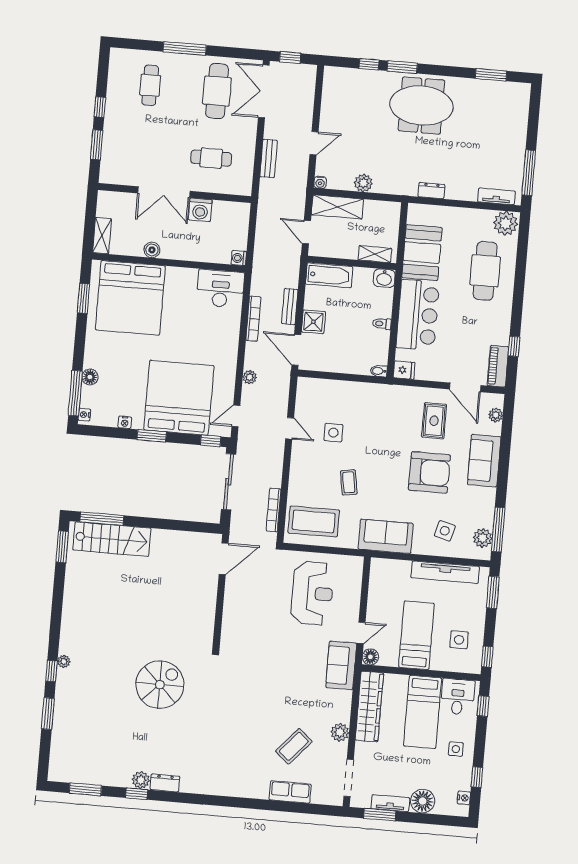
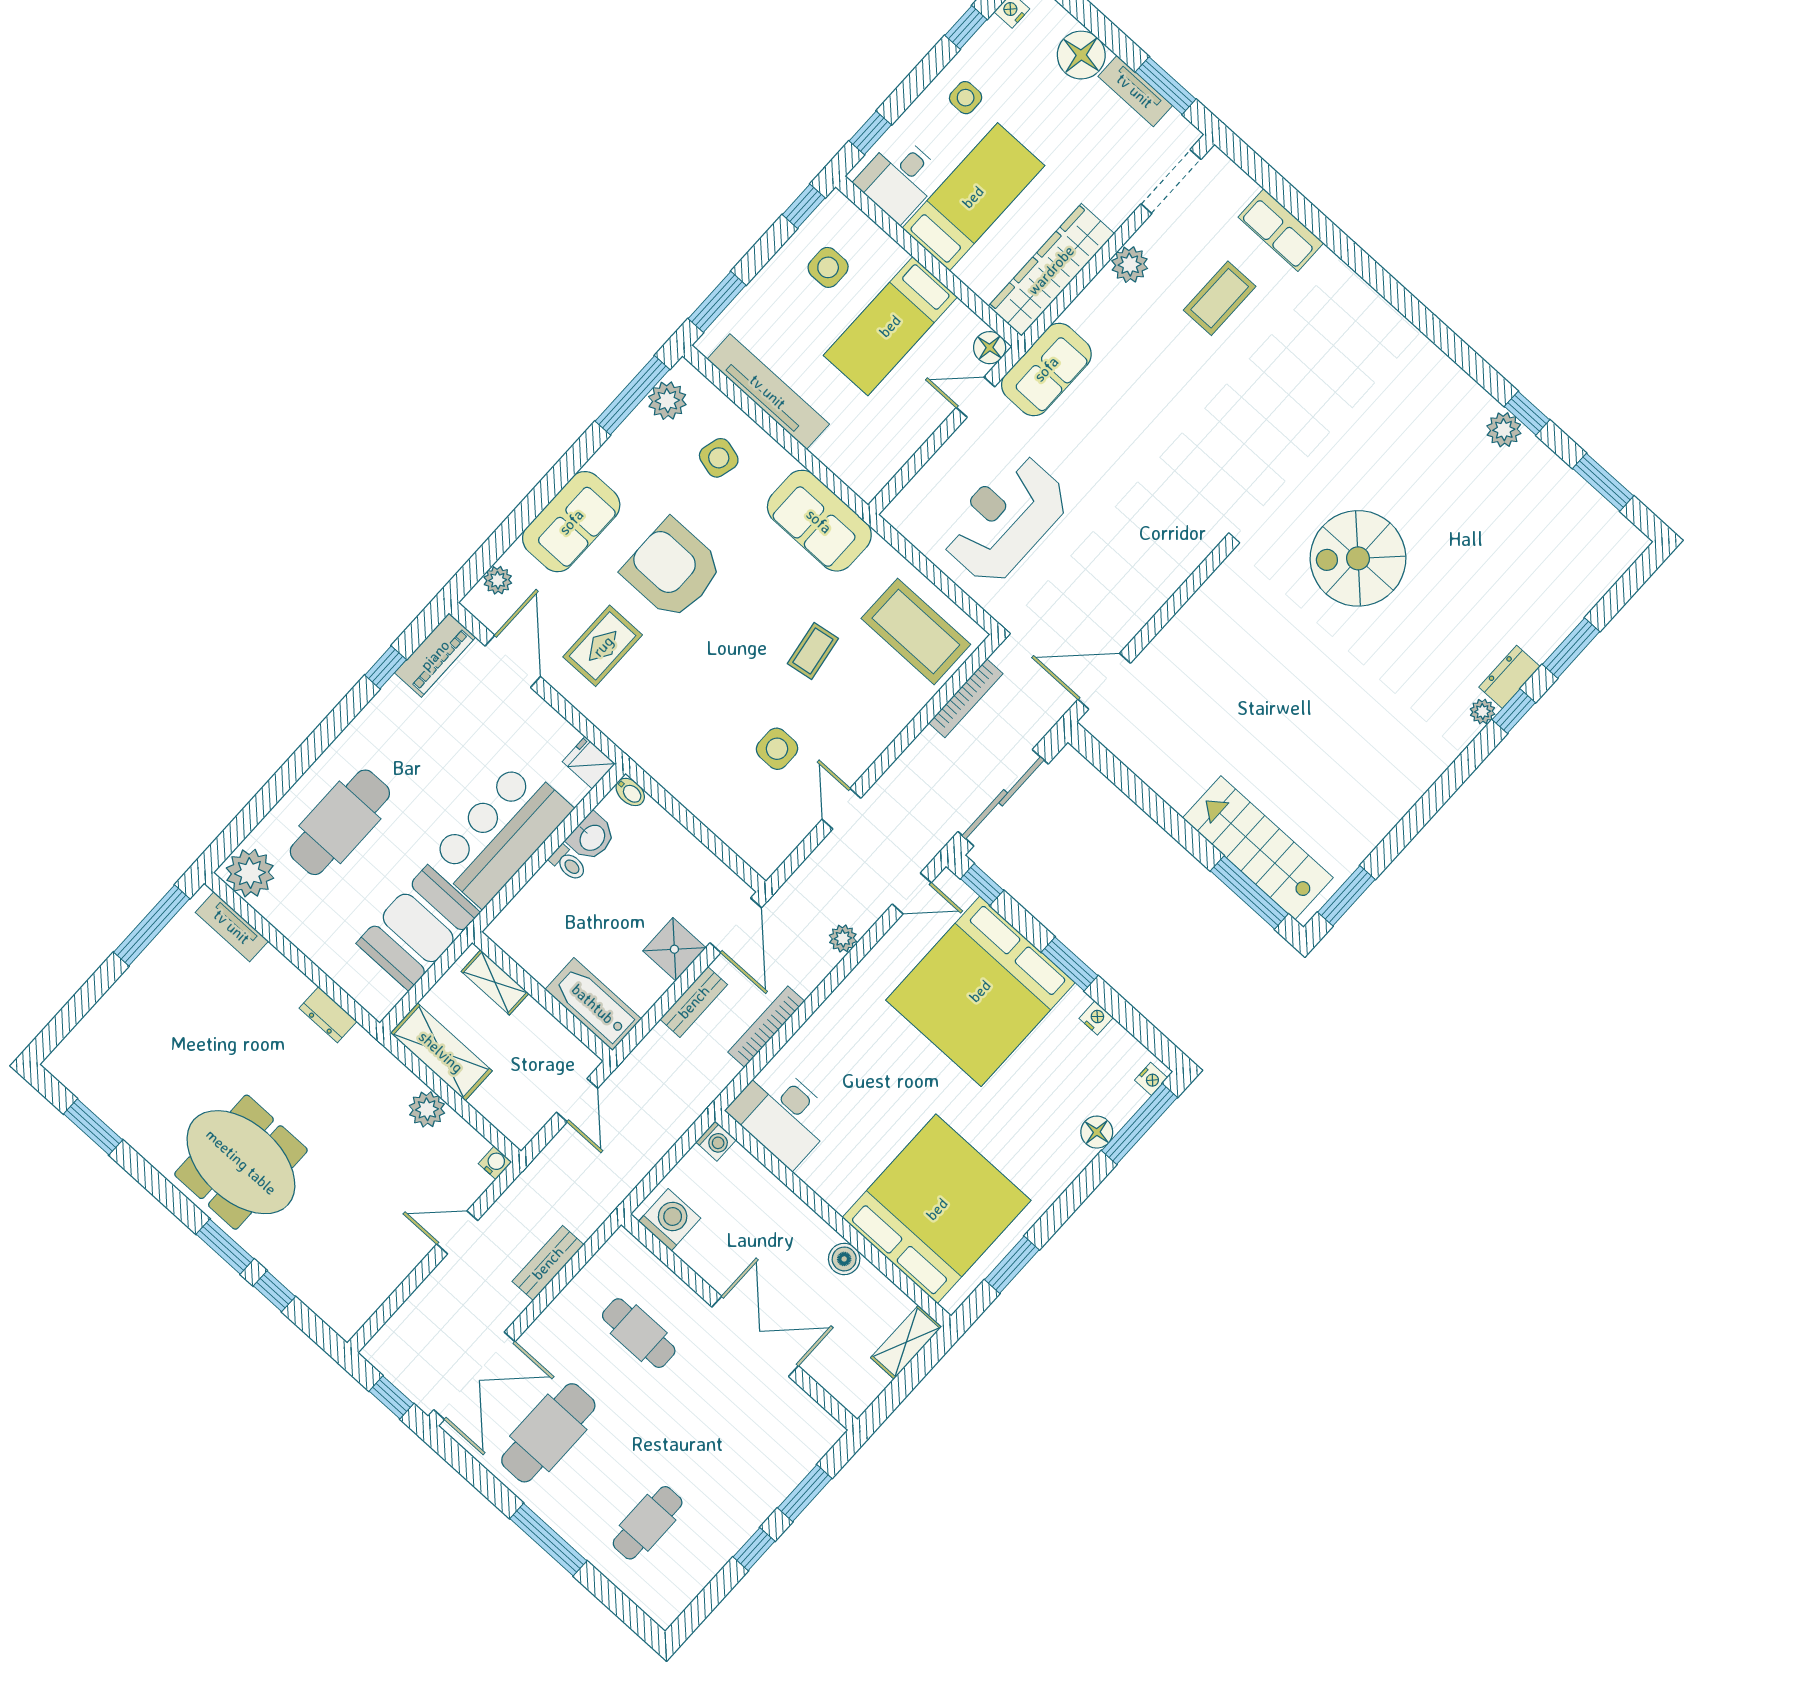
shelving: (337, 207) -> (441, 1052), moved
washing machine: (200, 210) -> (670, 1220), moved
washbasin: (384, 278) -> (592, 837), moved, turned 90
coffee table: (294, 746) -> (1220, 298), turned -41
dresser: (165, 783) -> (1510, 677), moved, turned 90

